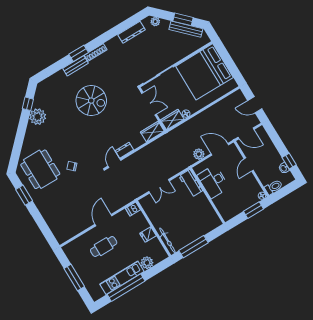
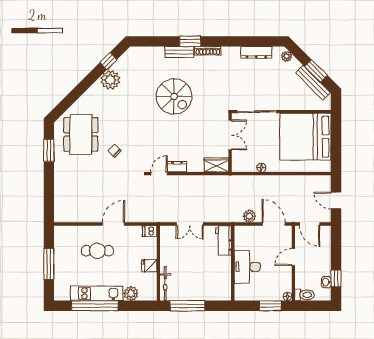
wardrobe: (172, 120) -> (244, 165), removed
desk: (213, 182) -> (247, 267), moved

